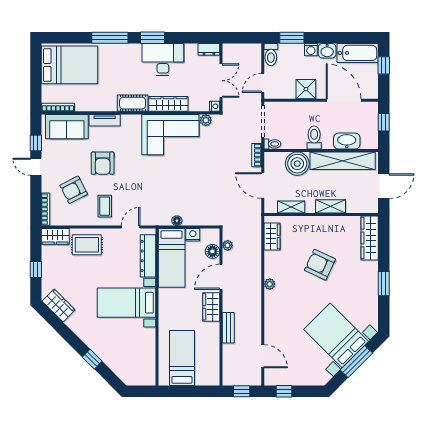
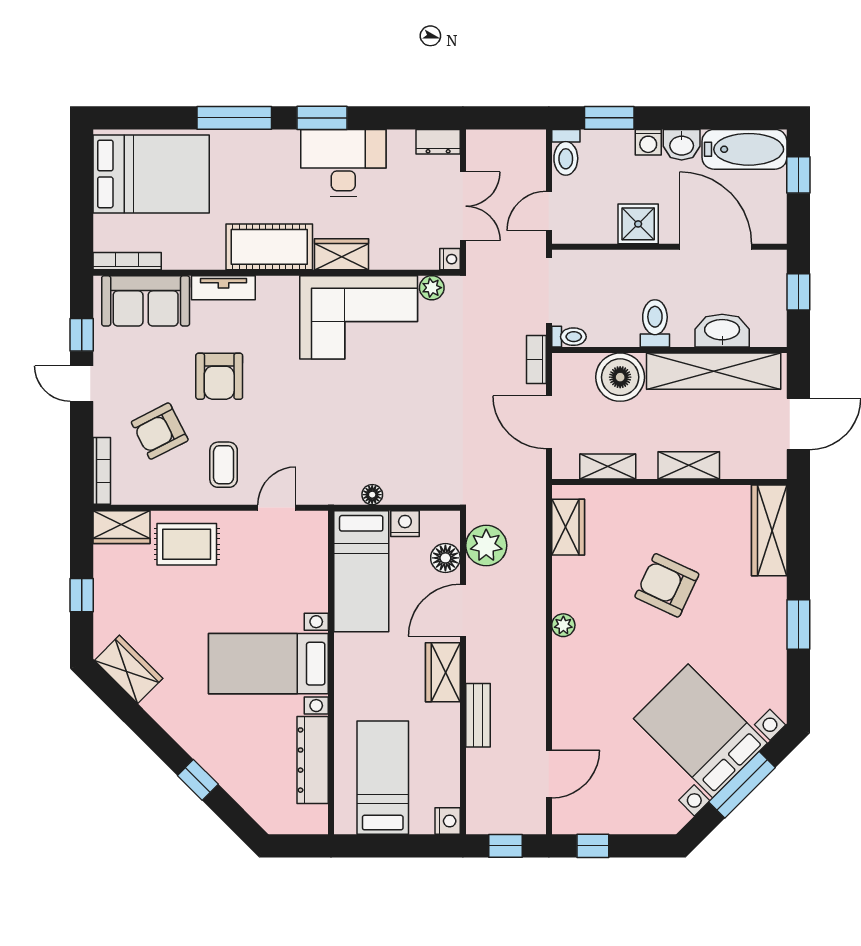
cot: (133, 103) -> (269, 247), width x1.37, depth x1.34
wardrobe: (168, 104) -> (341, 254), width x0.67
plant: (228, 245) -> (486, 546), width x1.88, depth x1.88
dresser: (148, 256) -> (313, 760), moved
door: (263, 356) -> (549, 774), hinge flipped
nightstand: (214, 379) -> (448, 821), added

